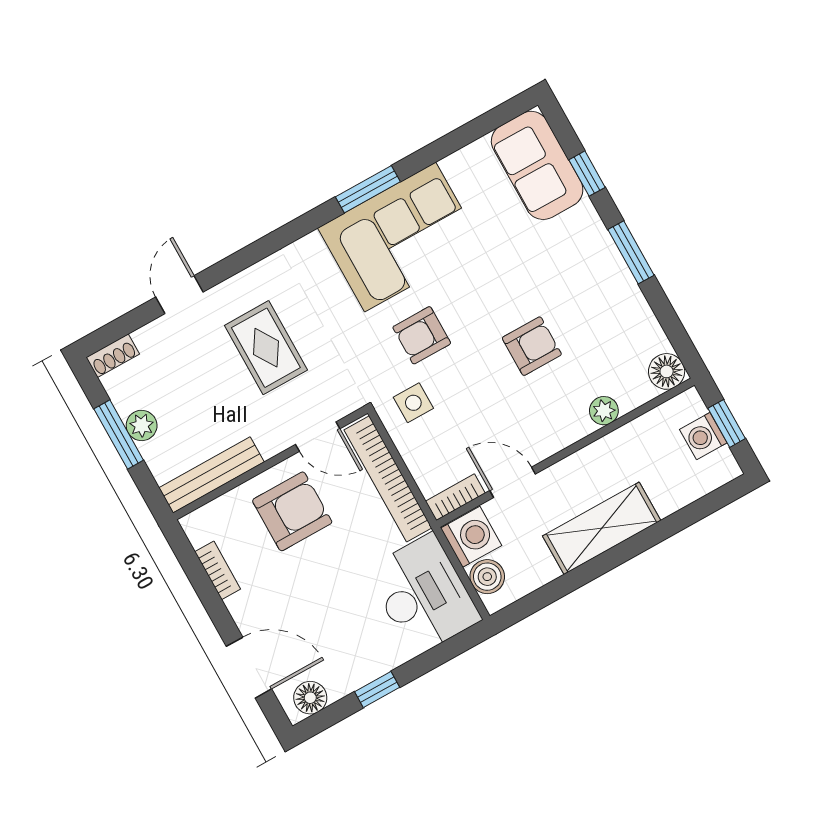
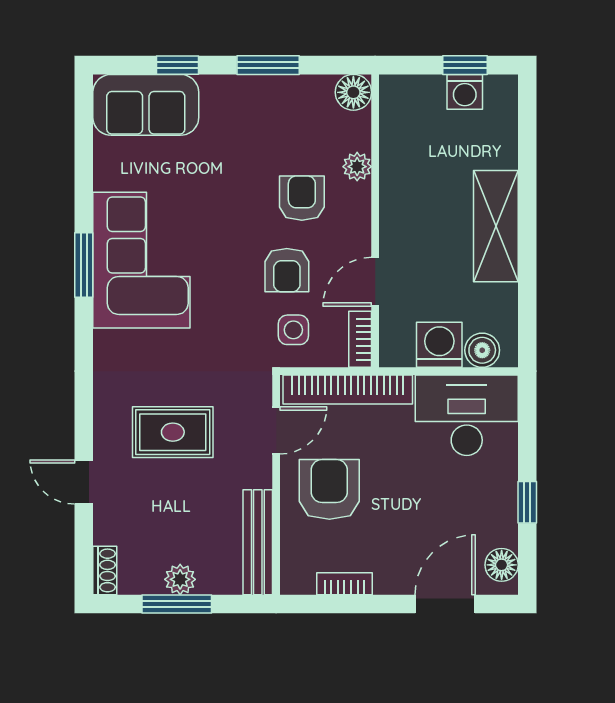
armchair: (422, 335) -> (287, 270), moved
floor lamp: (667, 371) -> (353, 92), moved
plant: (604, 411) -> (357, 167), moved
wall: (565, 453) -> (375, 221), moved
door: (513, 482) -> (375, 282), moved
bookcase: (455, 497) -> (360, 339), moved

